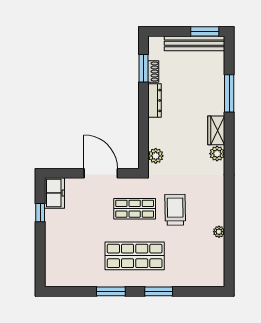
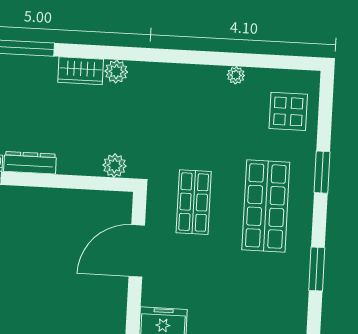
trolley: (175, 210) -> (199, 140), removed
display table: (197, 267) -> (288, 111), added
window: (111, 291) -> (317, 269), moved

